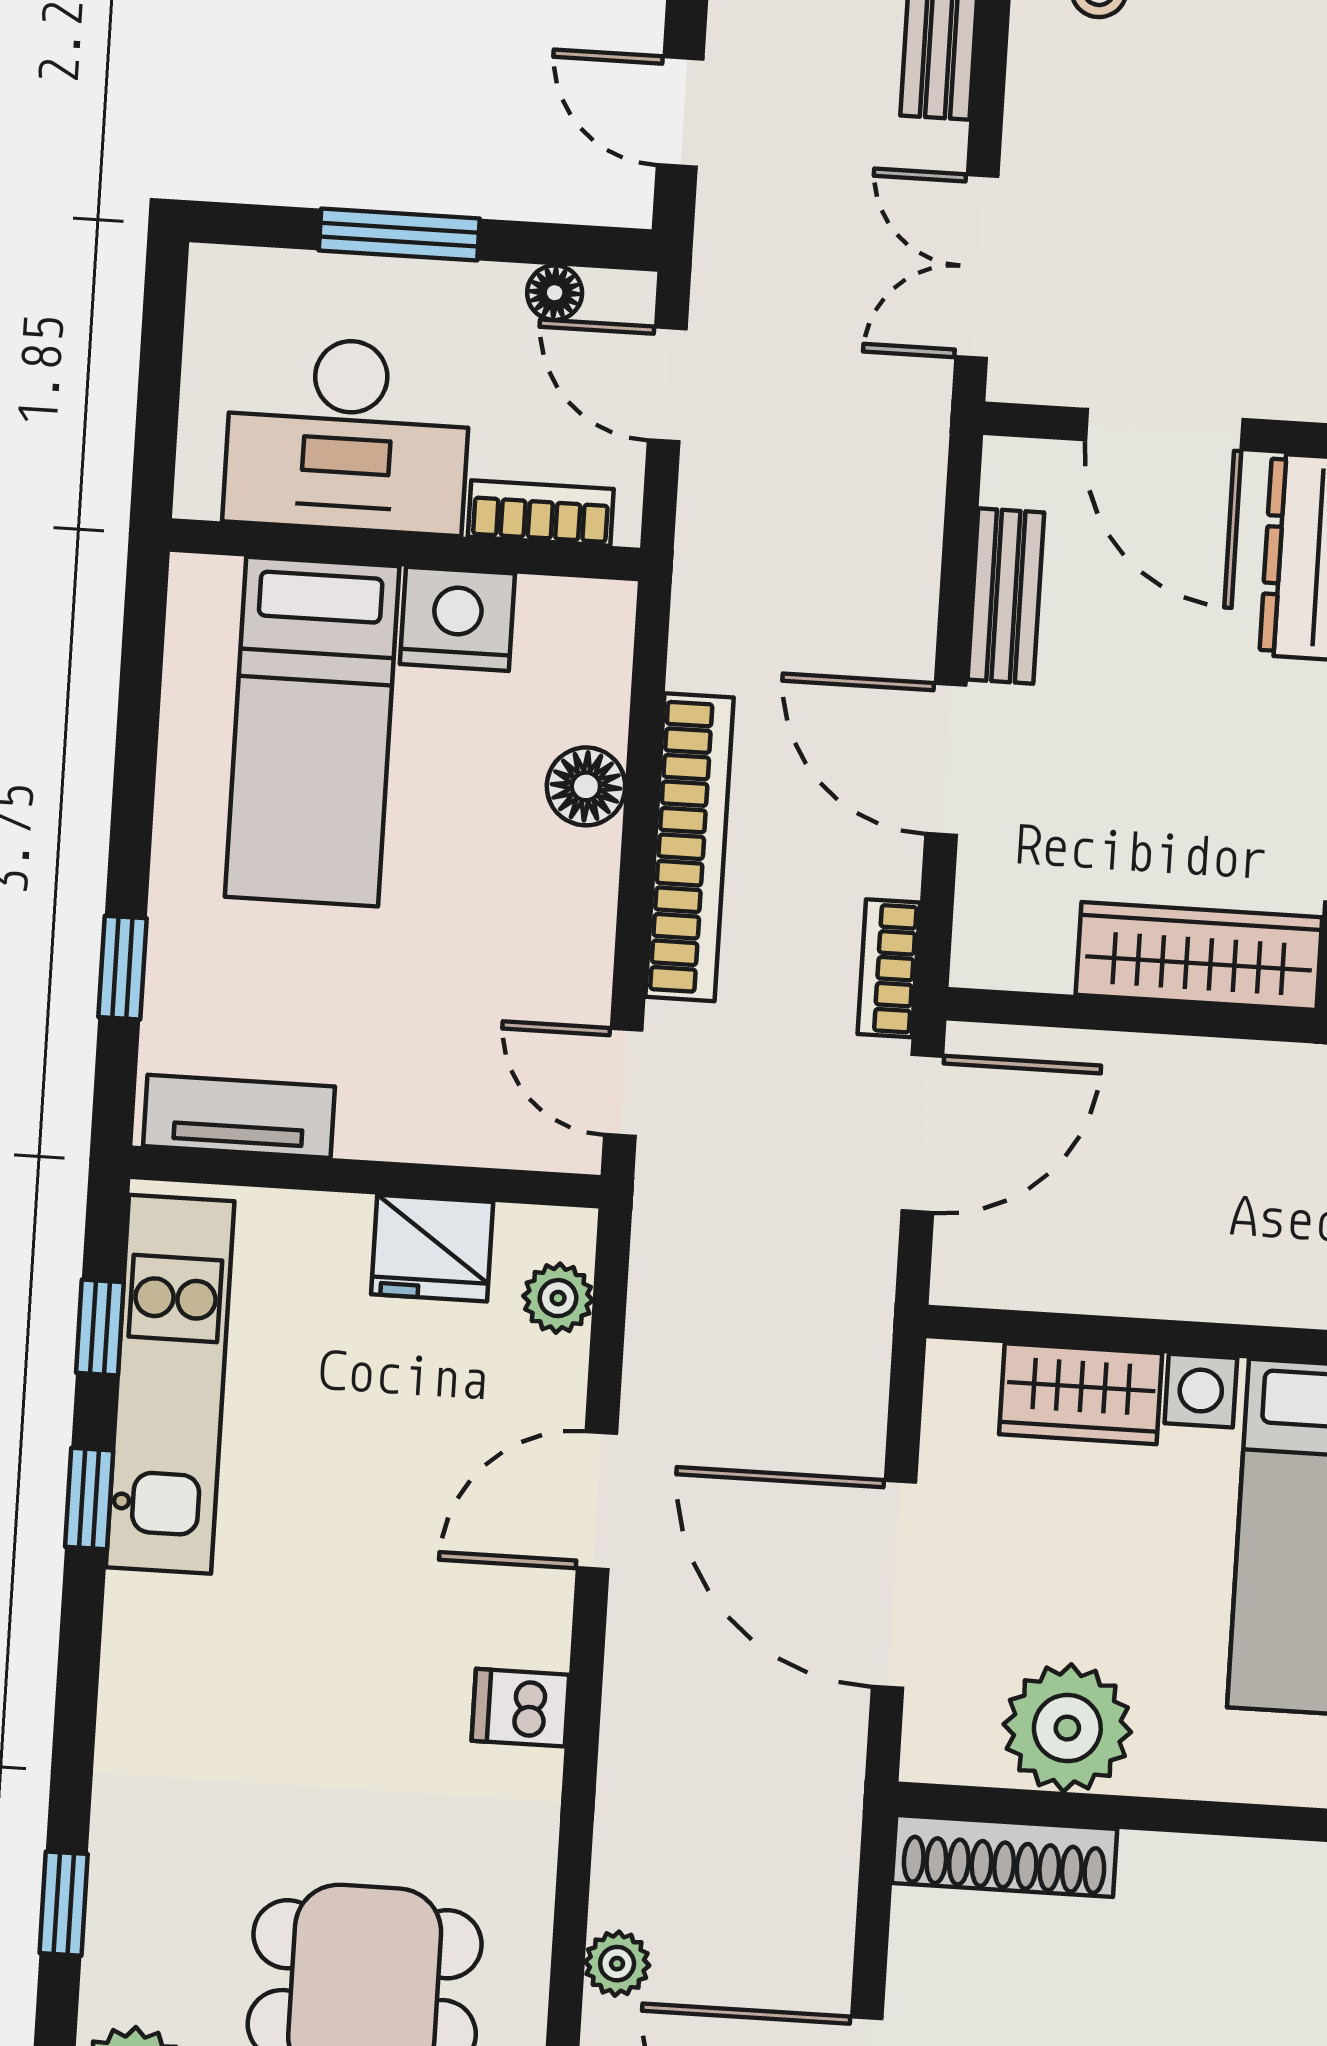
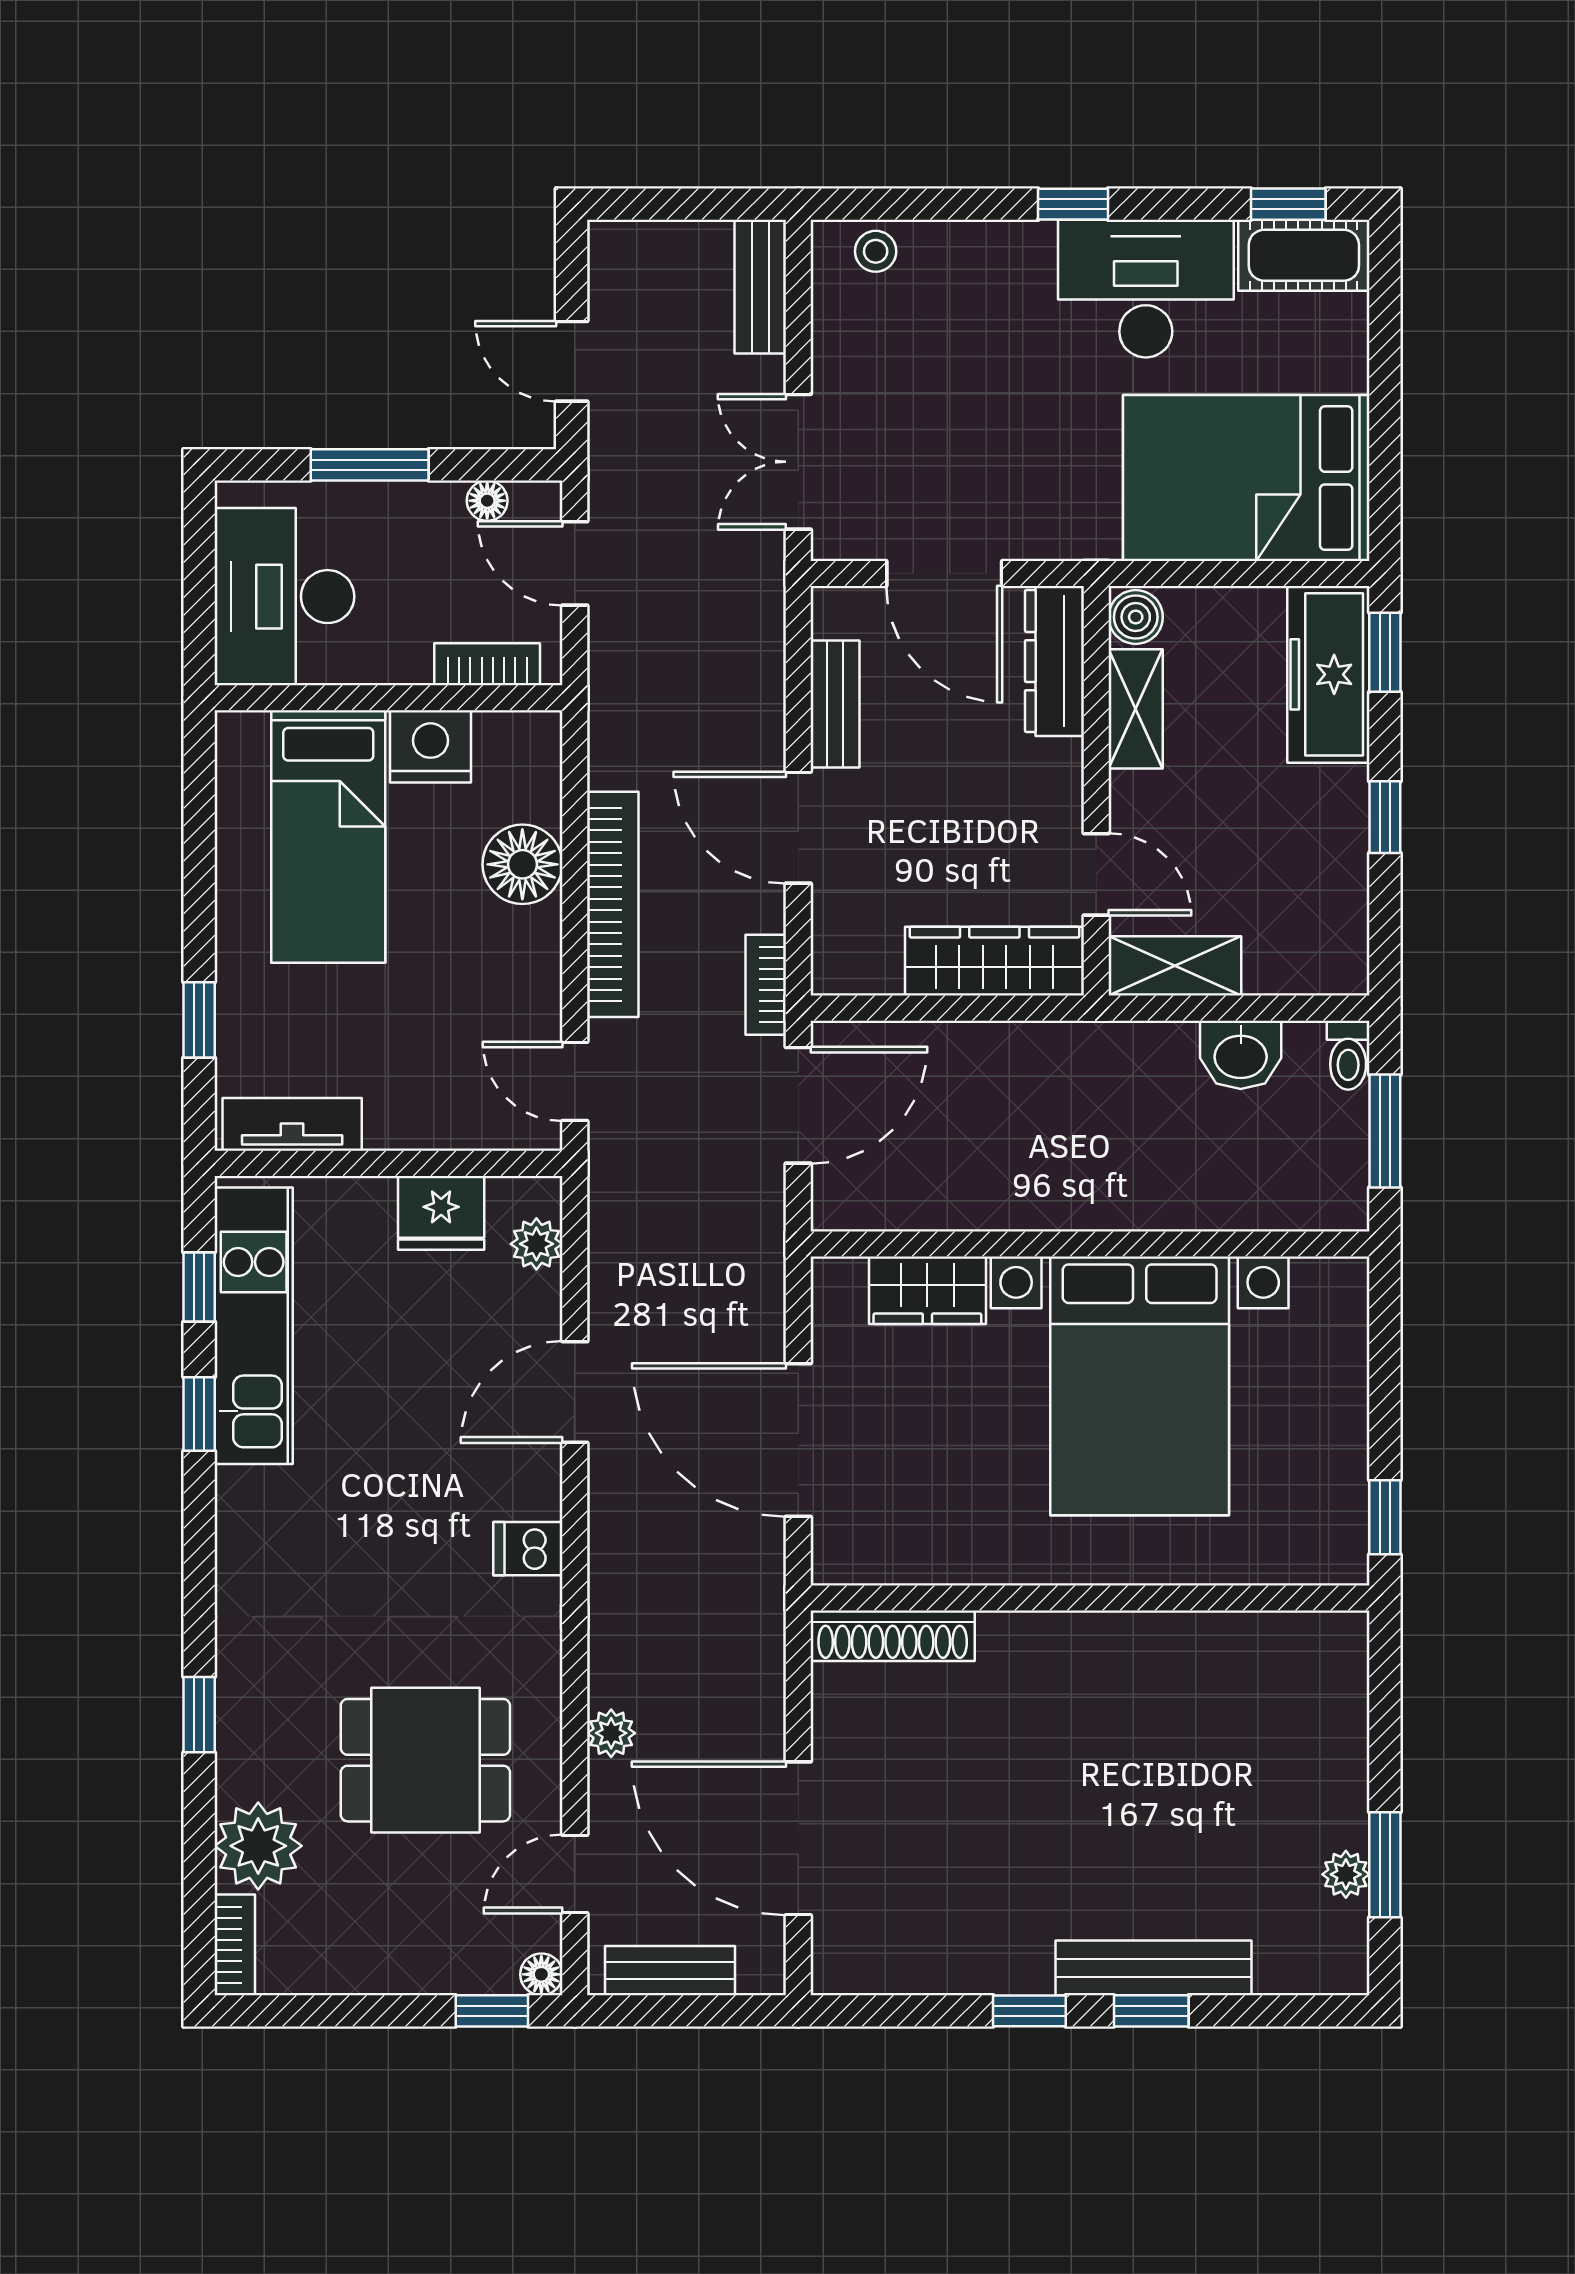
desk: (348, 435) -> (284, 597), moved, turned 90
floor lamp: (586, 786) -> (522, 864), width x1.38, depth x1.38
plant: (1067, 1728) -> (933, 1538), removed

